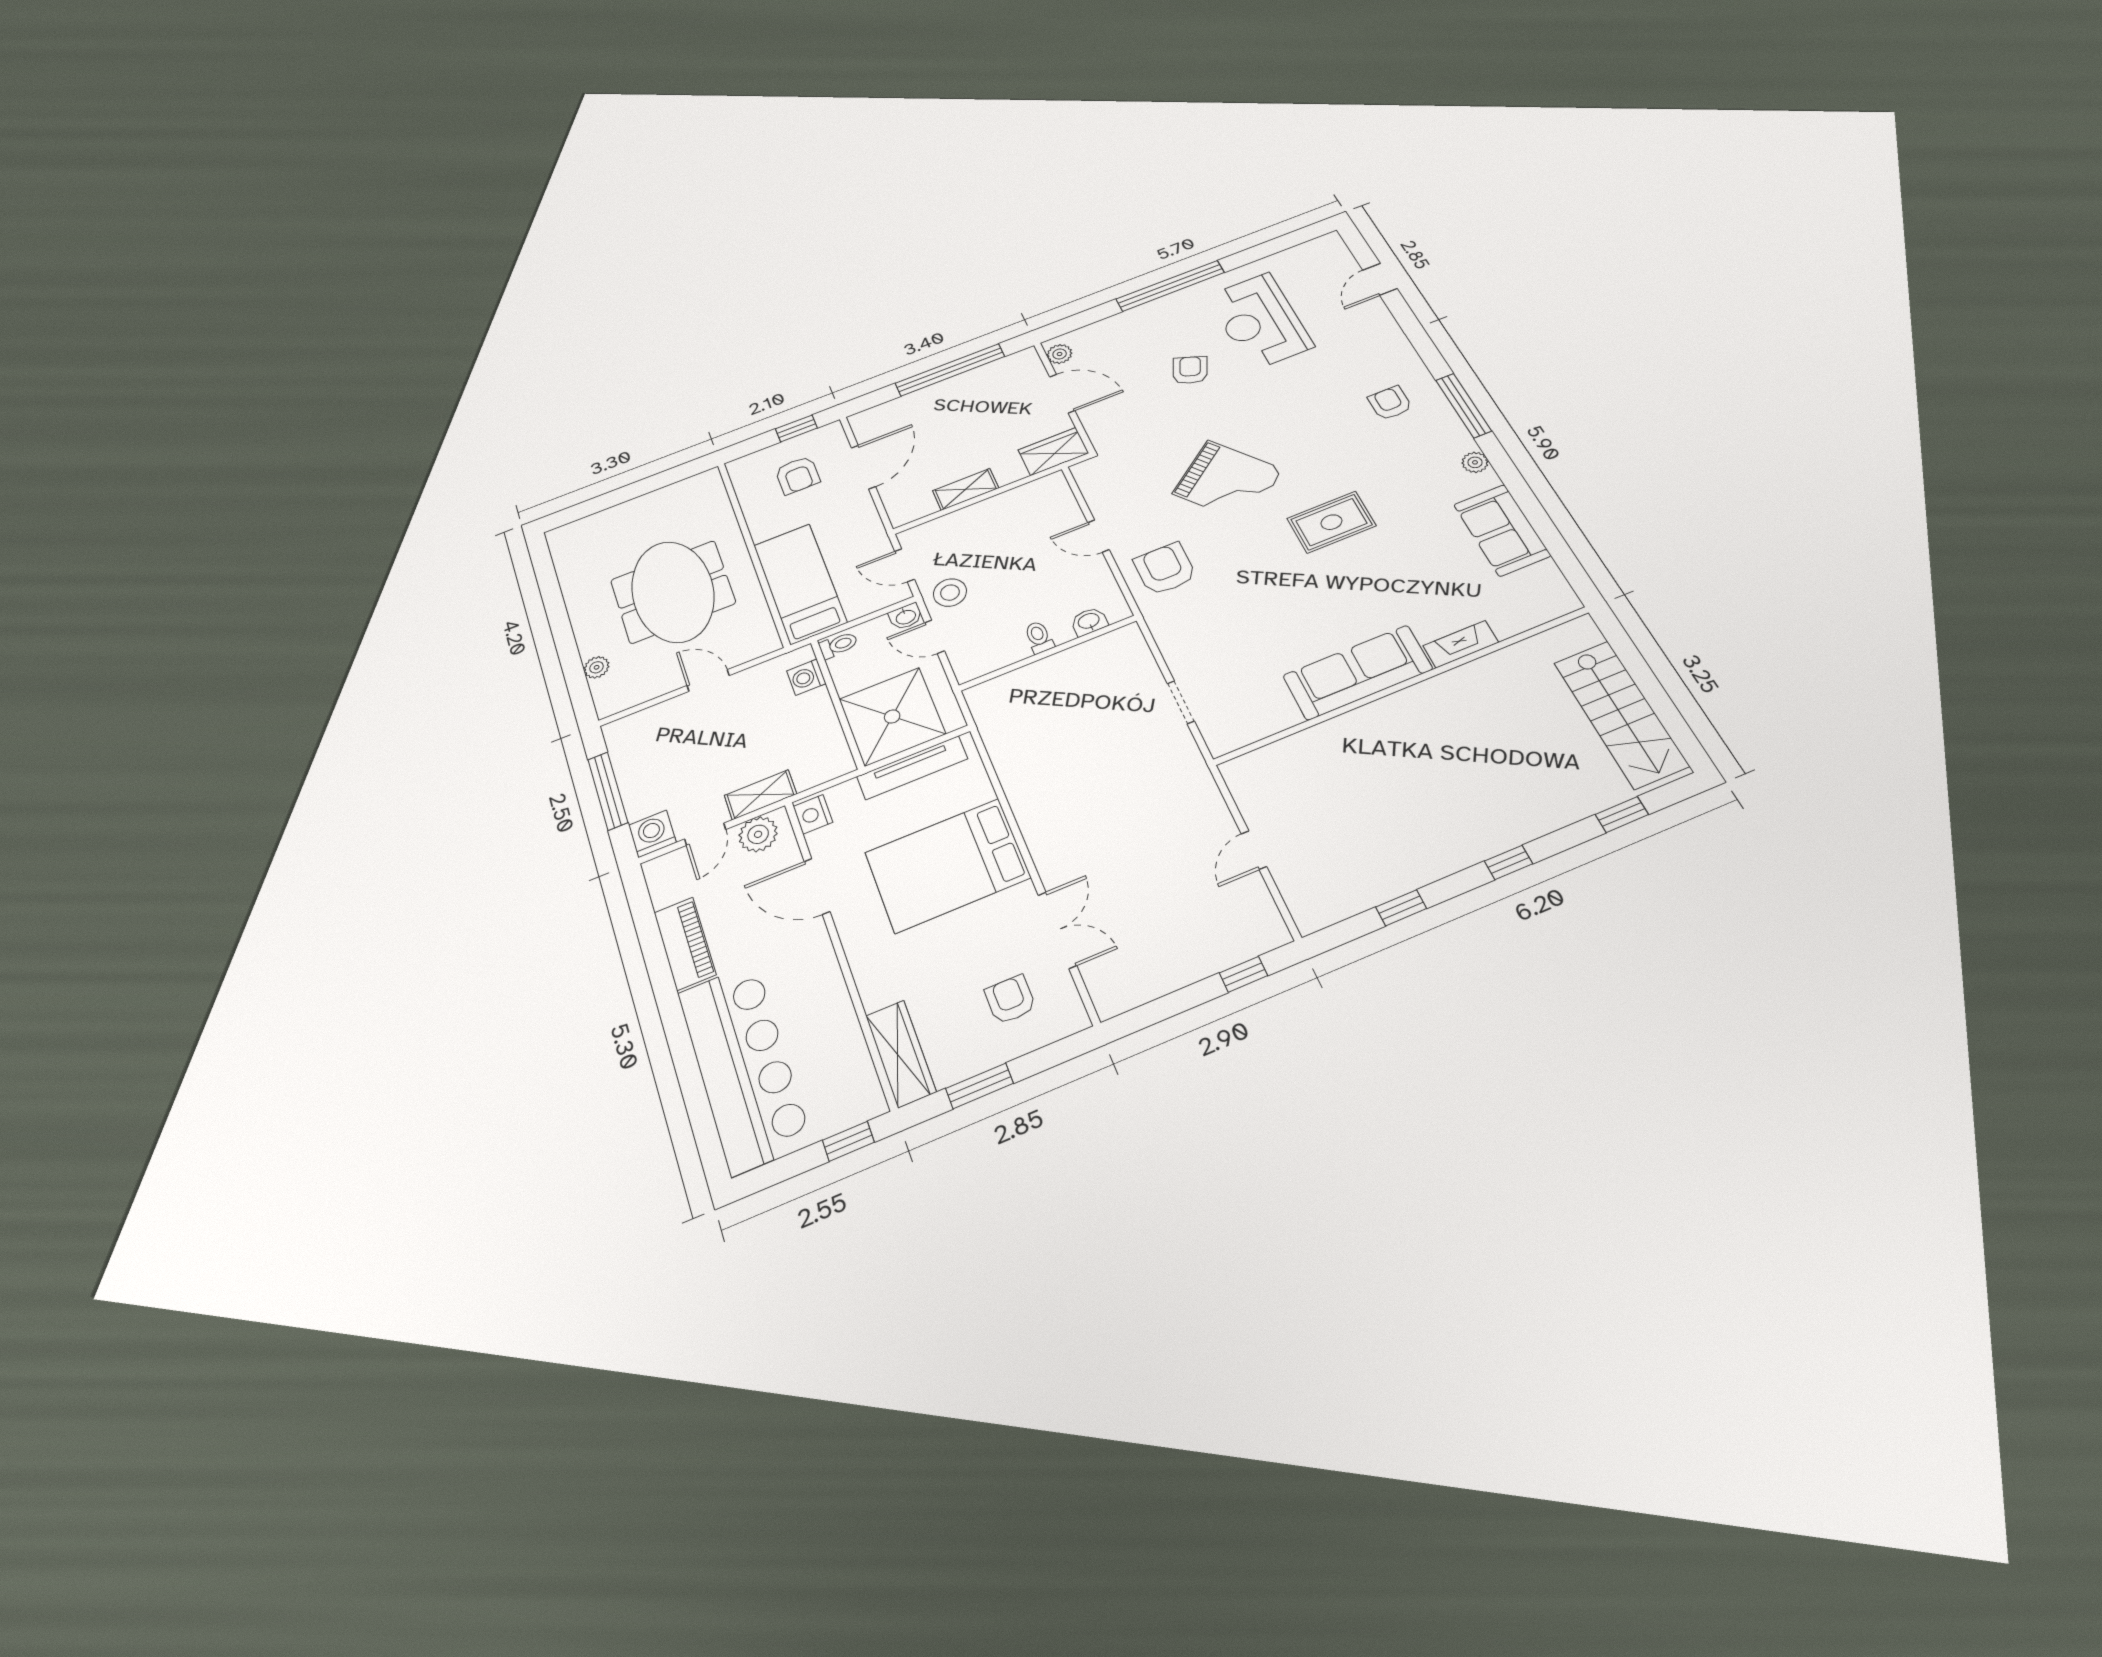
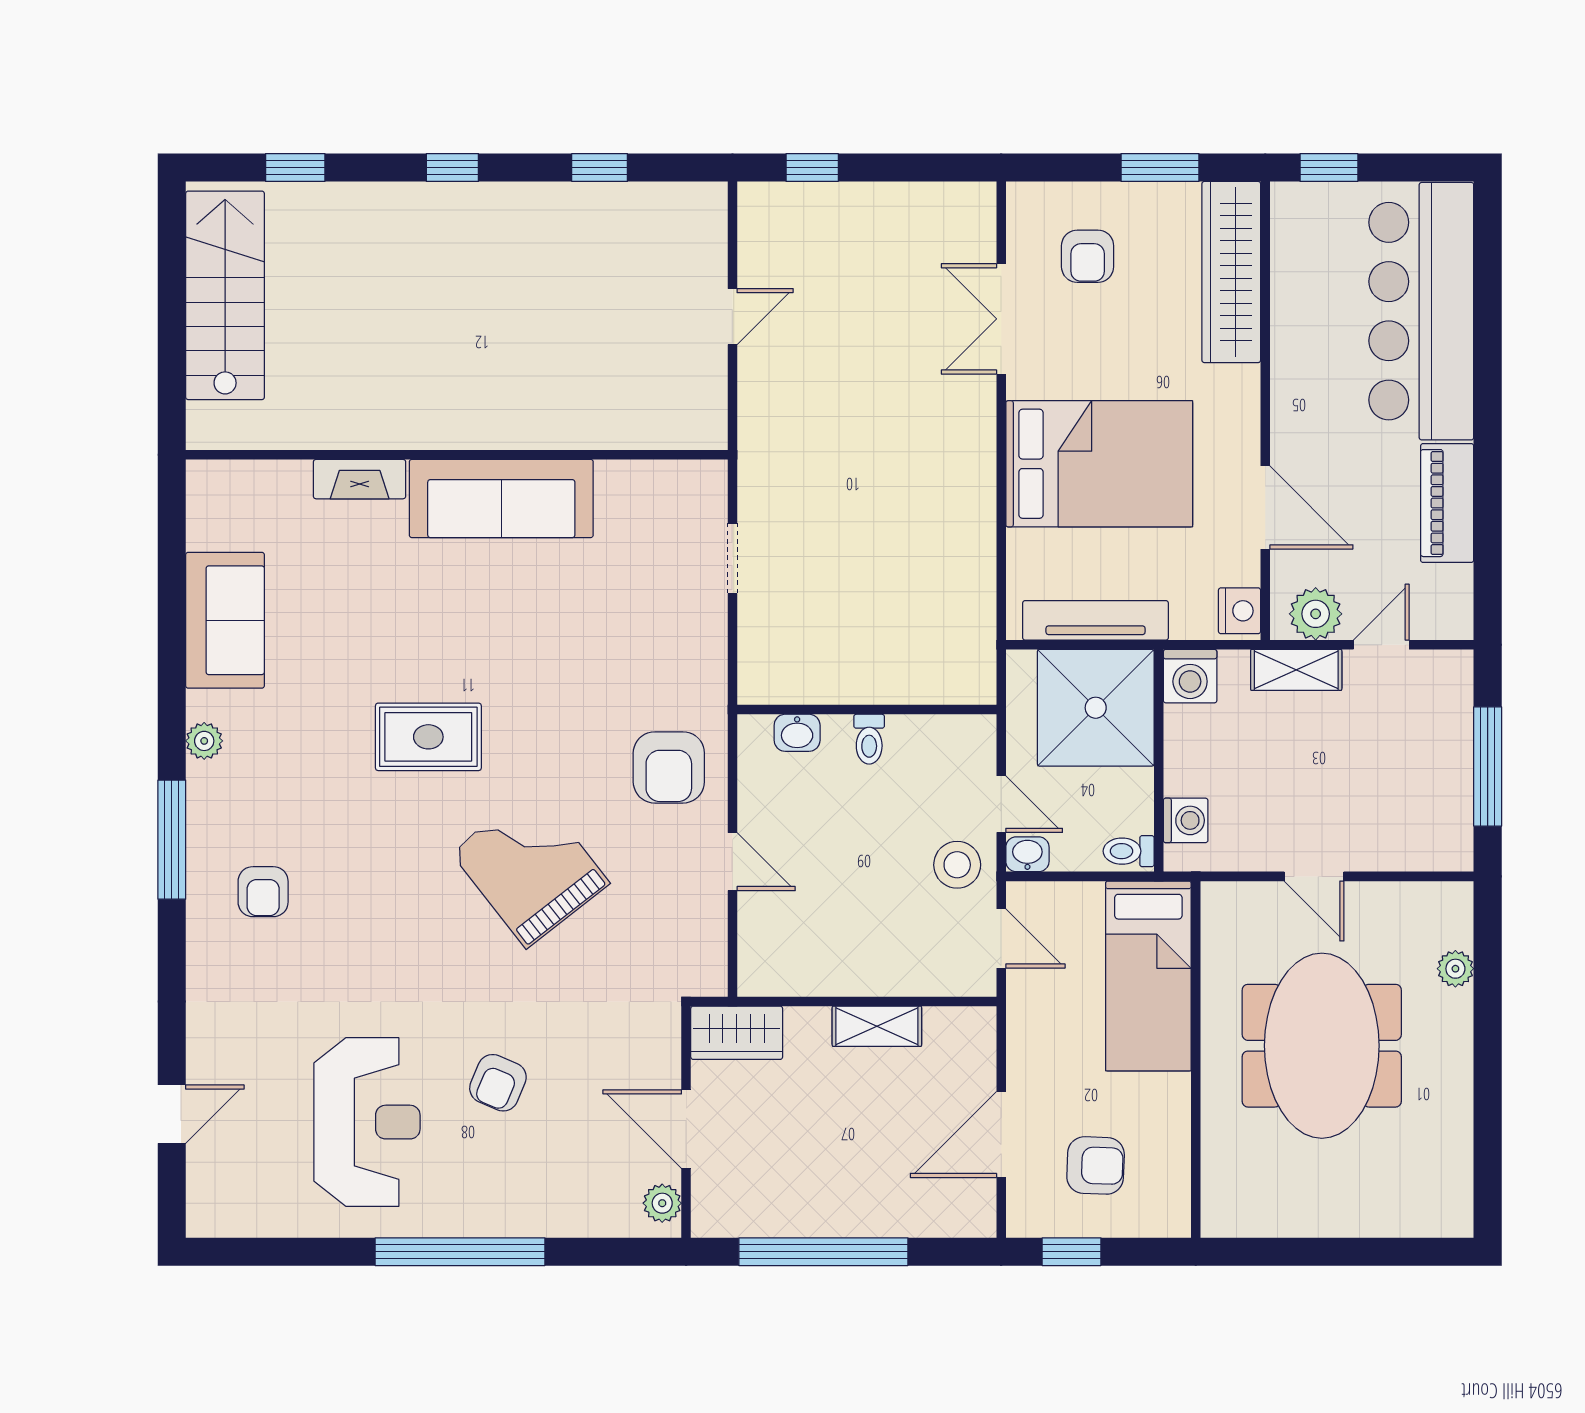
armchair: (797, 475) -> (1096, 1165), turned 92
washing machine: (652, 834) -> (1190, 676), moved
wardrobe: (901, 1054) -> (1231, 272), width x1.40, depth x1.17

